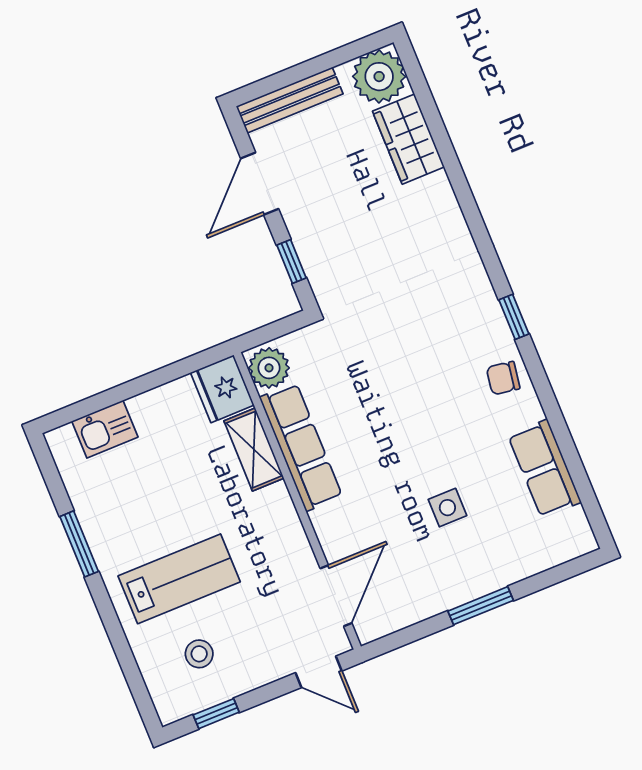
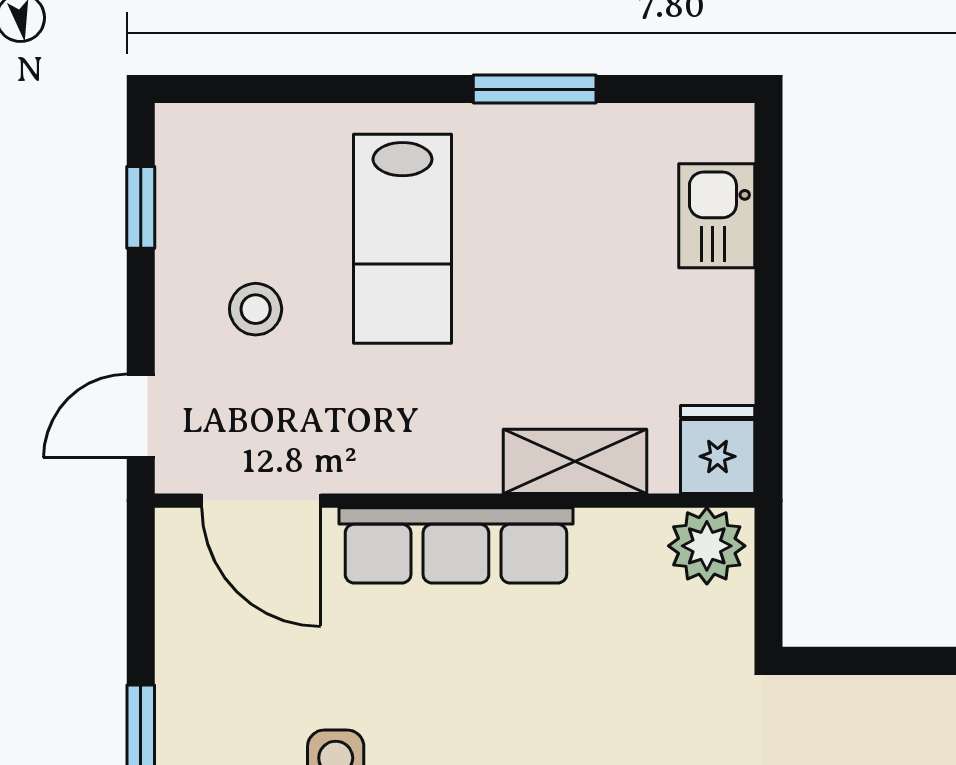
window: (291, 261) -> (876, 661), removed
fridge: (222, 389) -> (718, 449), width x0.72
row of seats: (301, 447) -> (456, 545), moved
stool: (199, 654) -> (256, 309), moved

